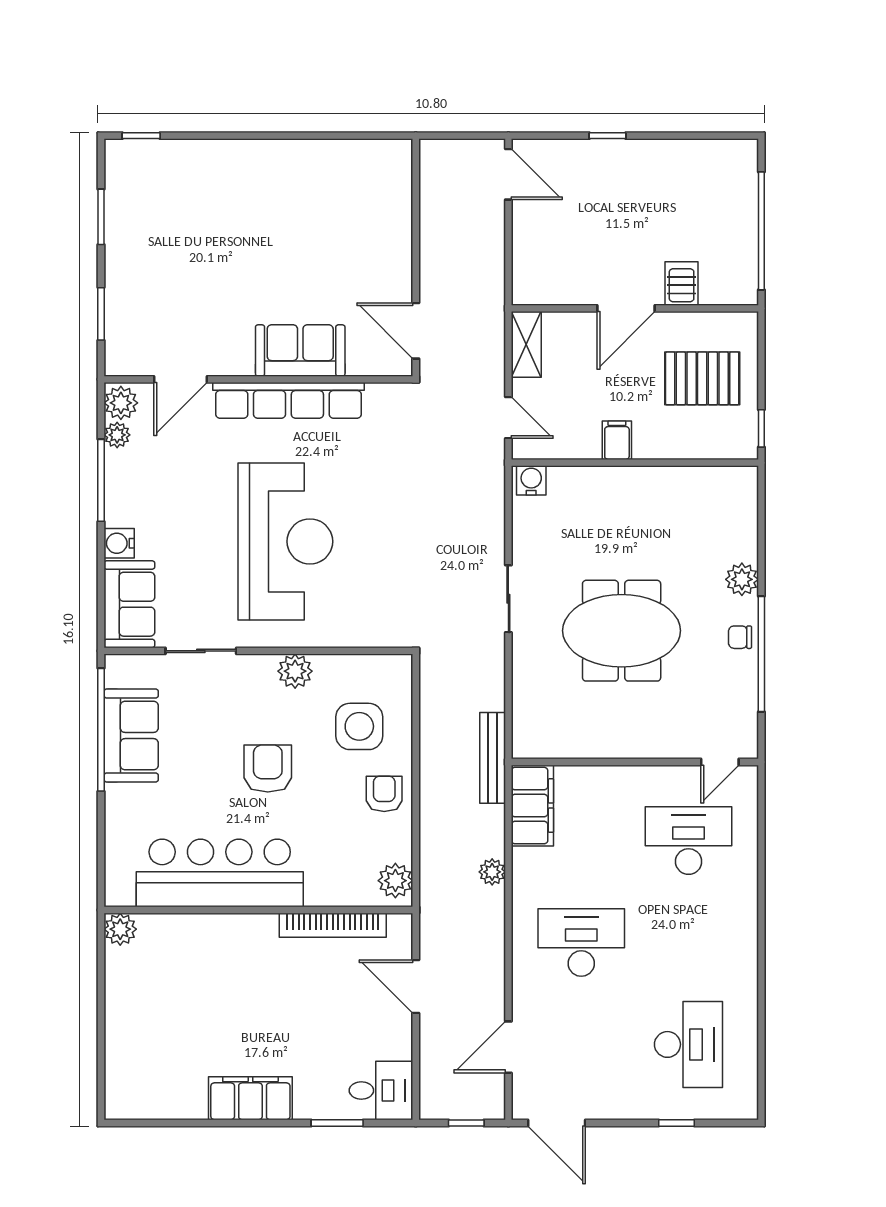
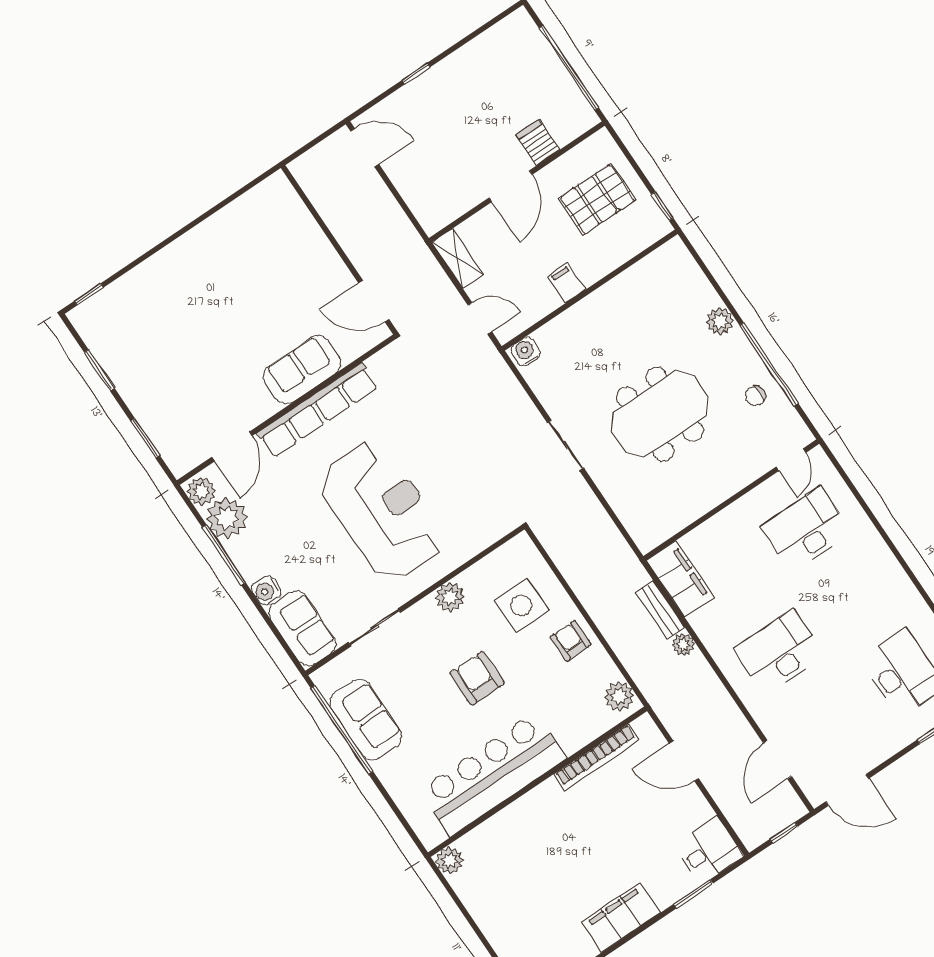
plant: (117, 435) -> (227, 518), width x1.88, depth x1.88
chair: (740, 637) -> (755, 396), moved
bench: (493, 758) -> (660, 610), moved, width x0.73

